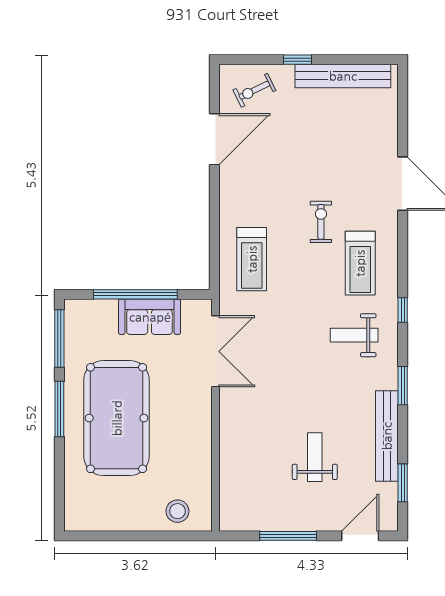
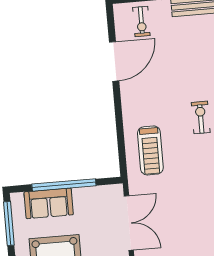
exercise bike: (254, 90) -> (141, 21), turned -64
sofa: (150, 317) -> (49, 203), moved

